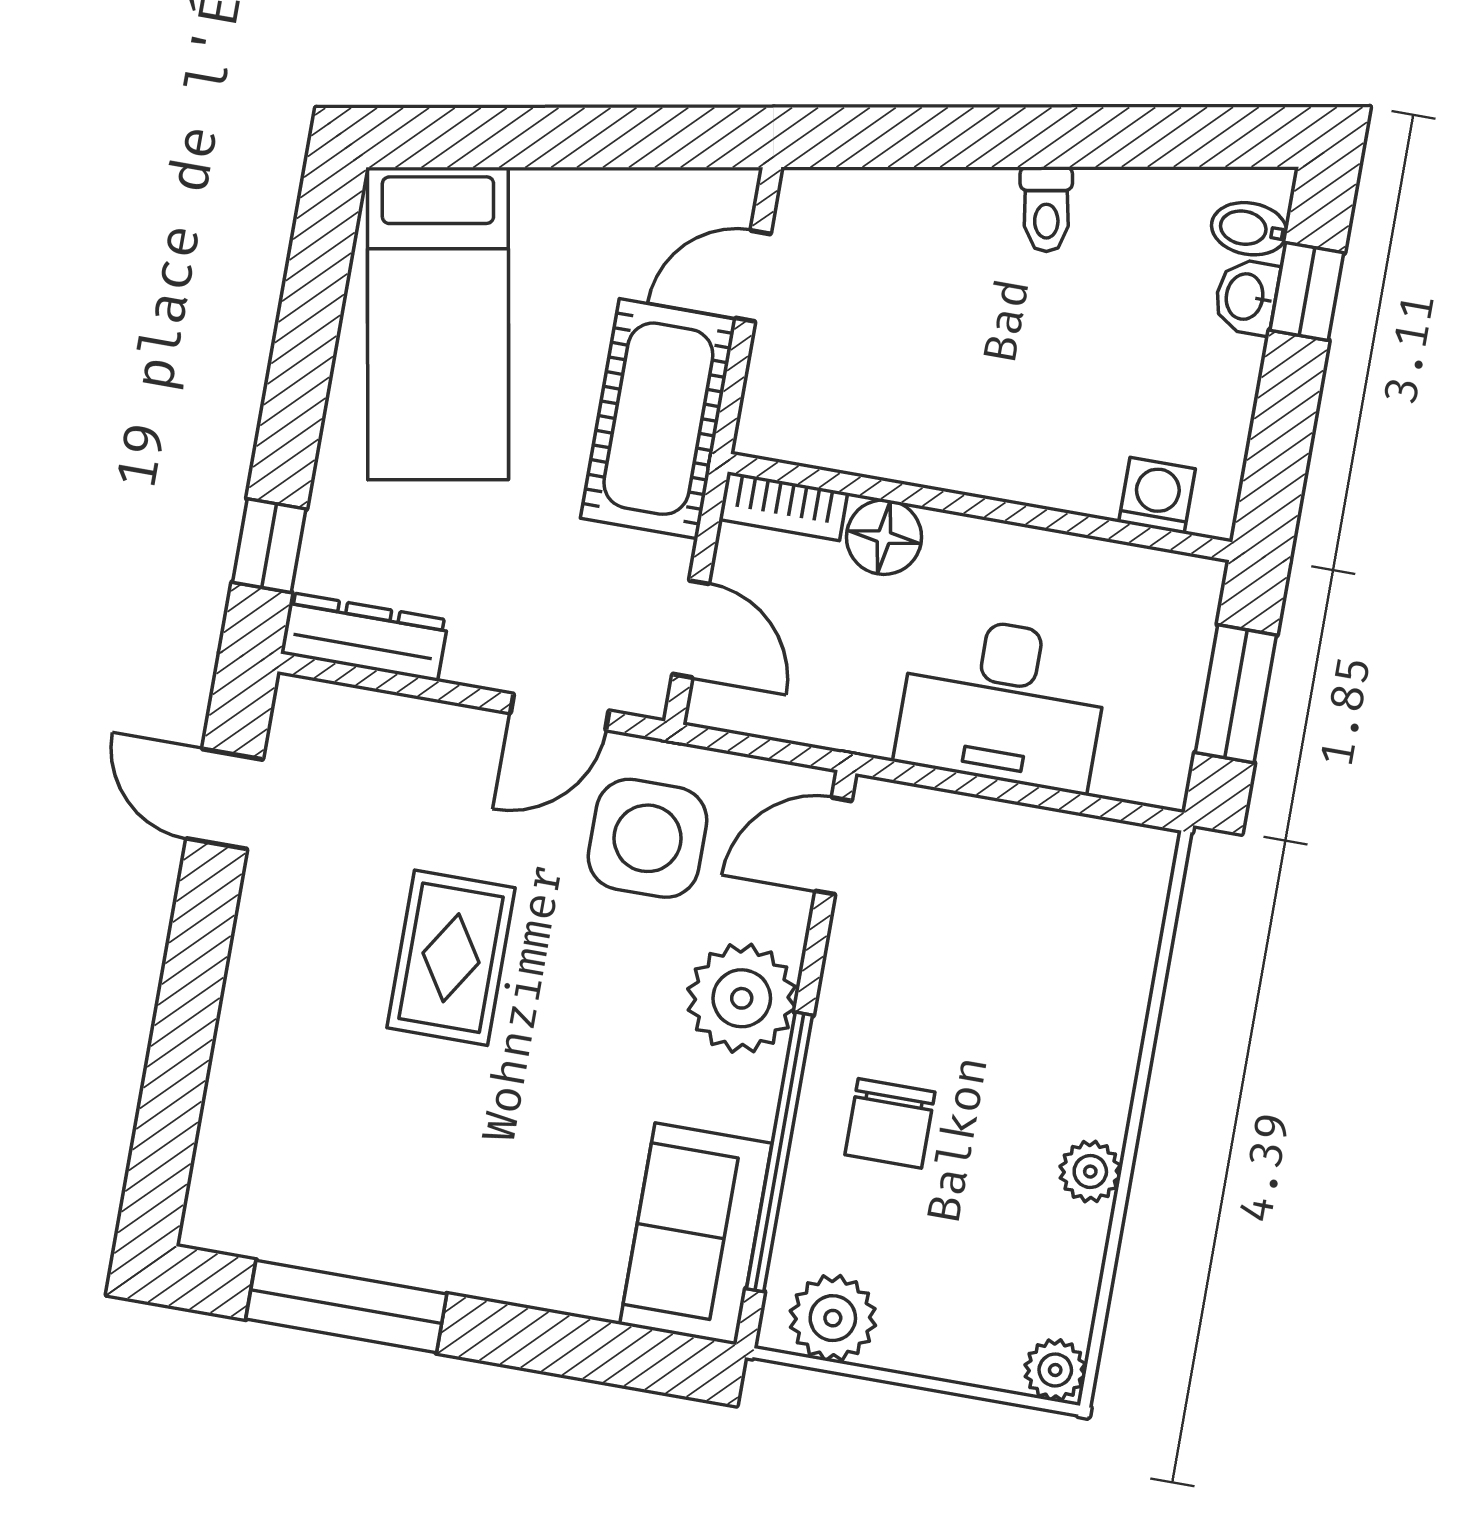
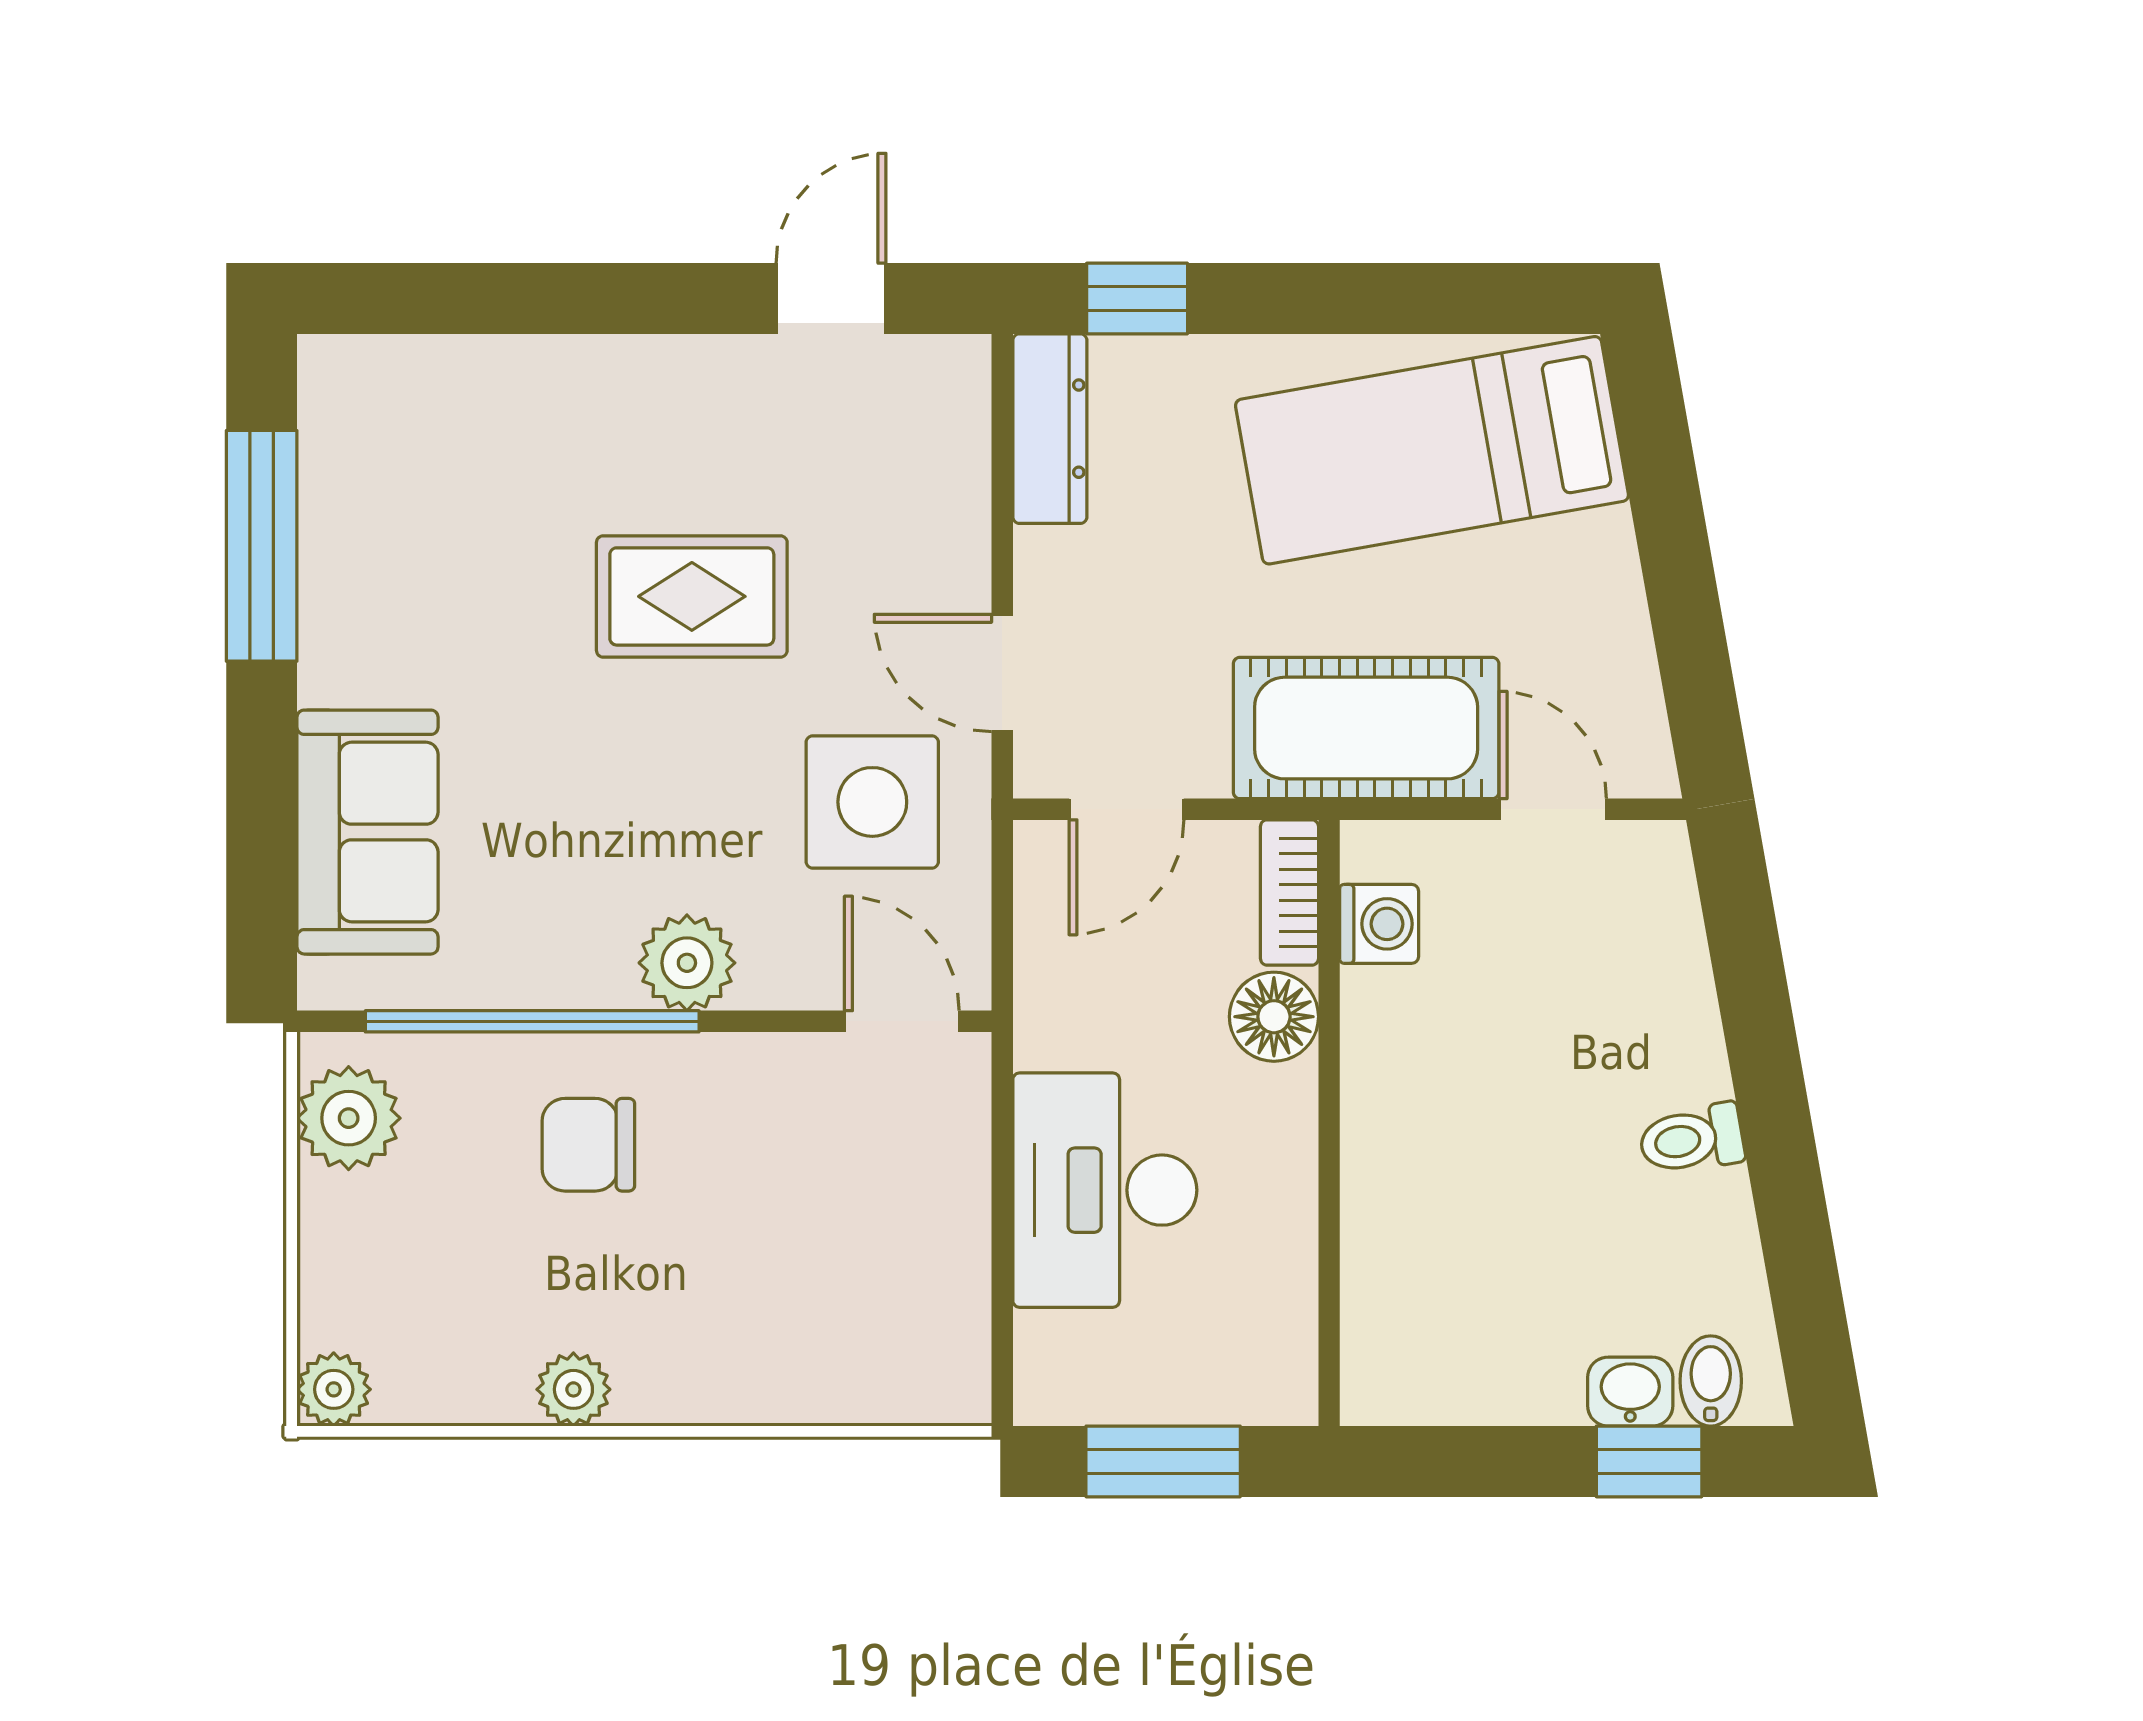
washing machine: (1157, 495) -> (1379, 924), moved
plant: (742, 998) -> (687, 963), width x0.73, depth x0.73
sofa: (696, 1234) -> (368, 832), moved, turned 90

